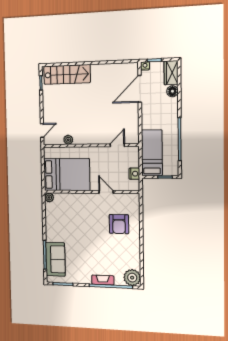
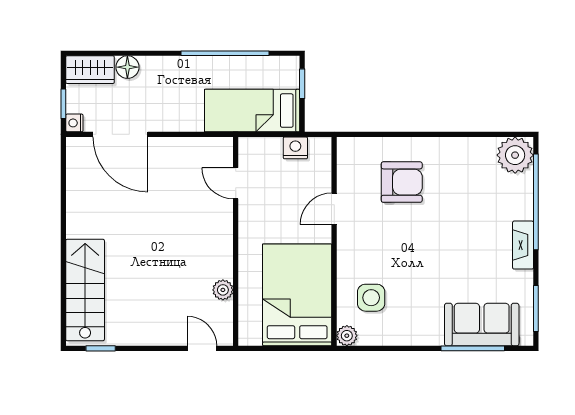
side table: (66, 209) -> (371, 298), added
fireplace: (103, 280) -> (523, 245), moved

